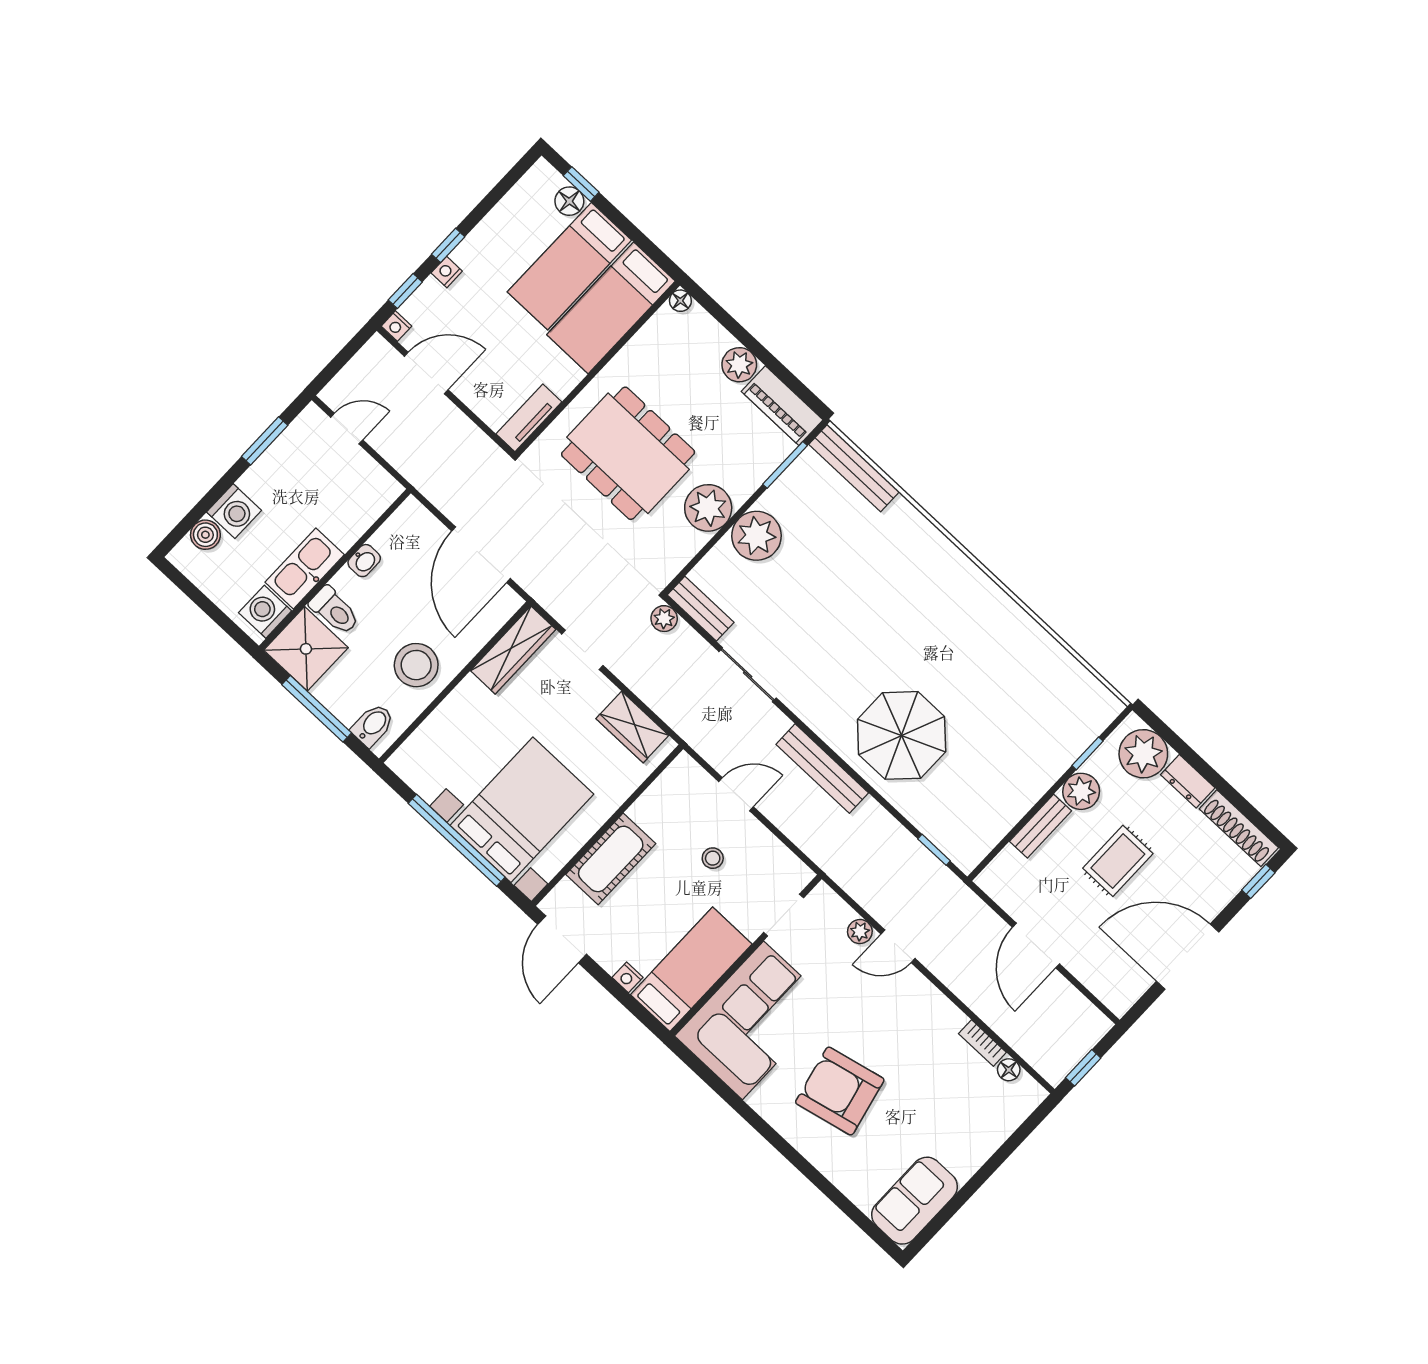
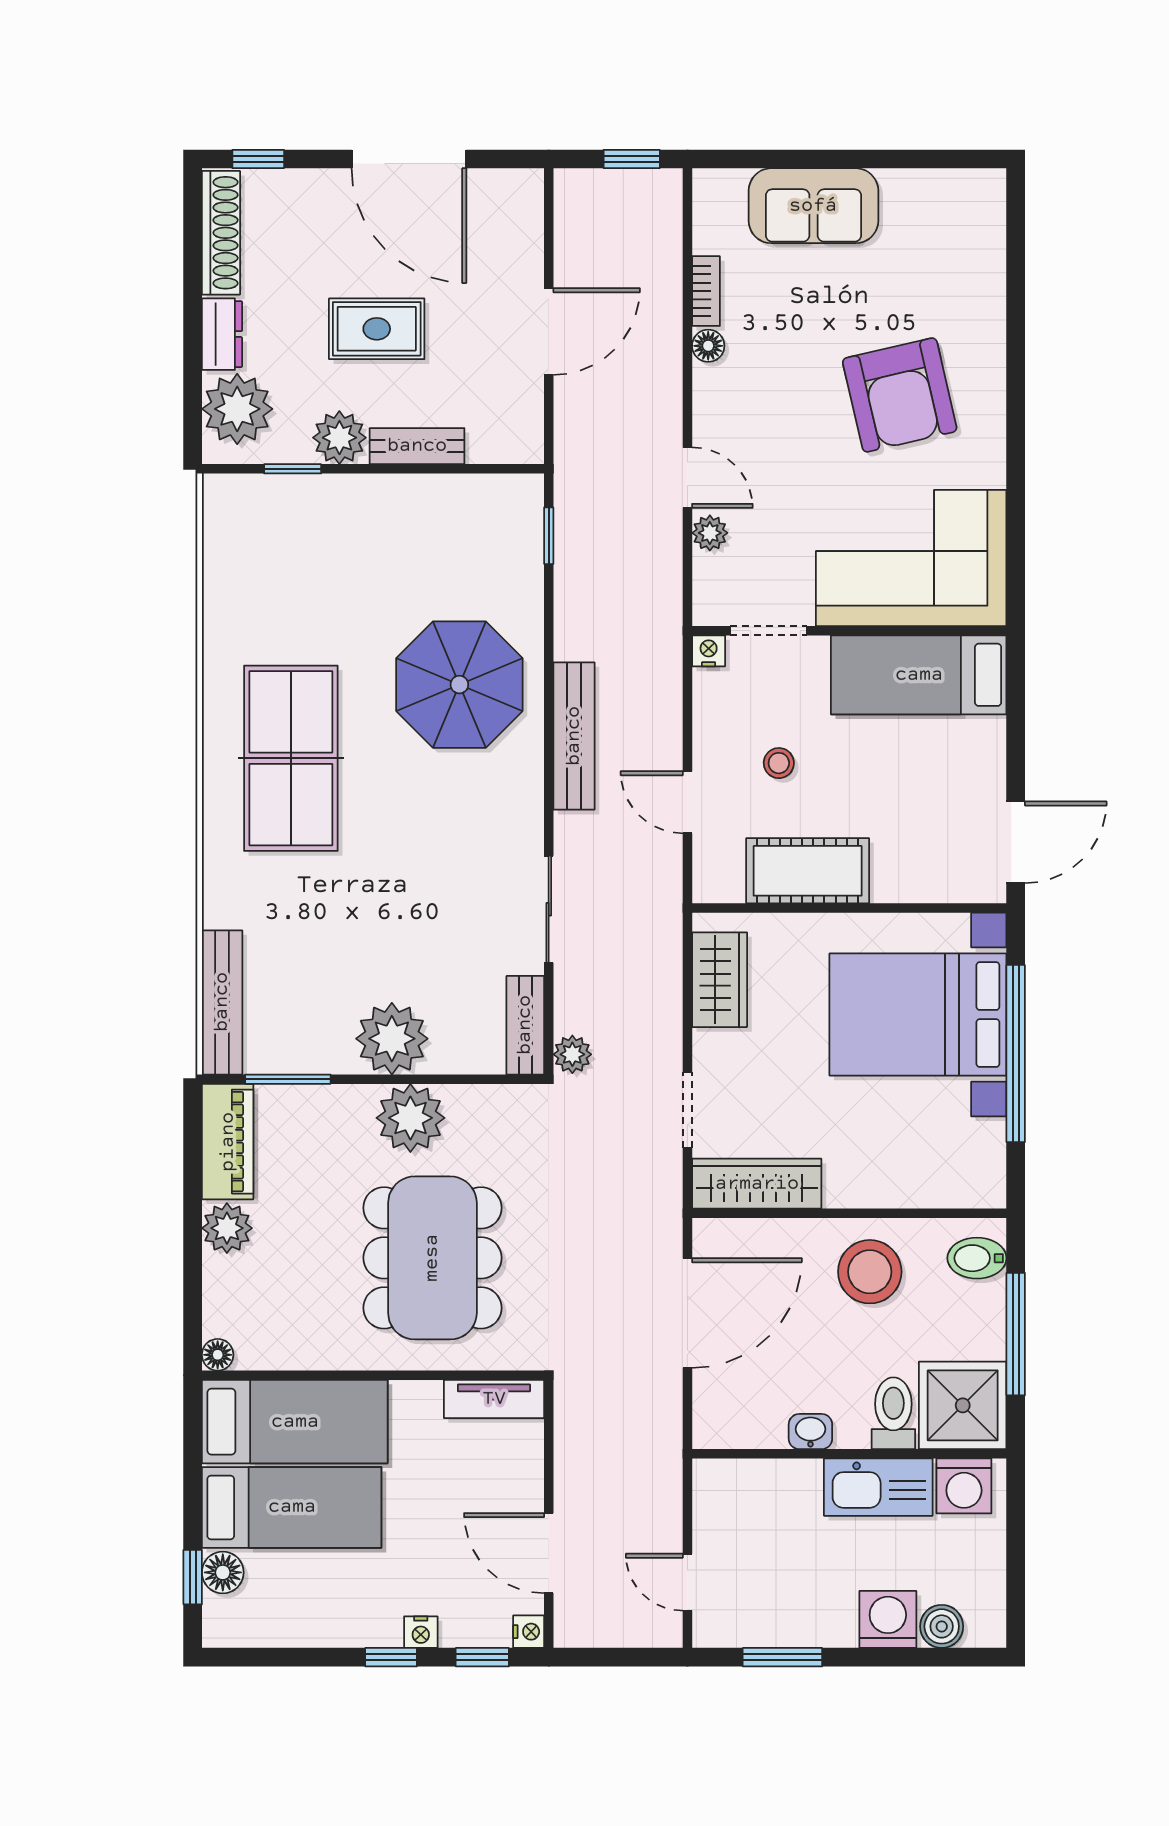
table tennis table: (944, 617) -> (291, 758), added
cot: (611, 859) -> (808, 871), moved
nightstand: (628, 977) -> (709, 651), moved, turned -90
floor lamp: (1009, 1070) -> (708, 346), moved
sofa: (915, 1201) -> (813, 206), moved

